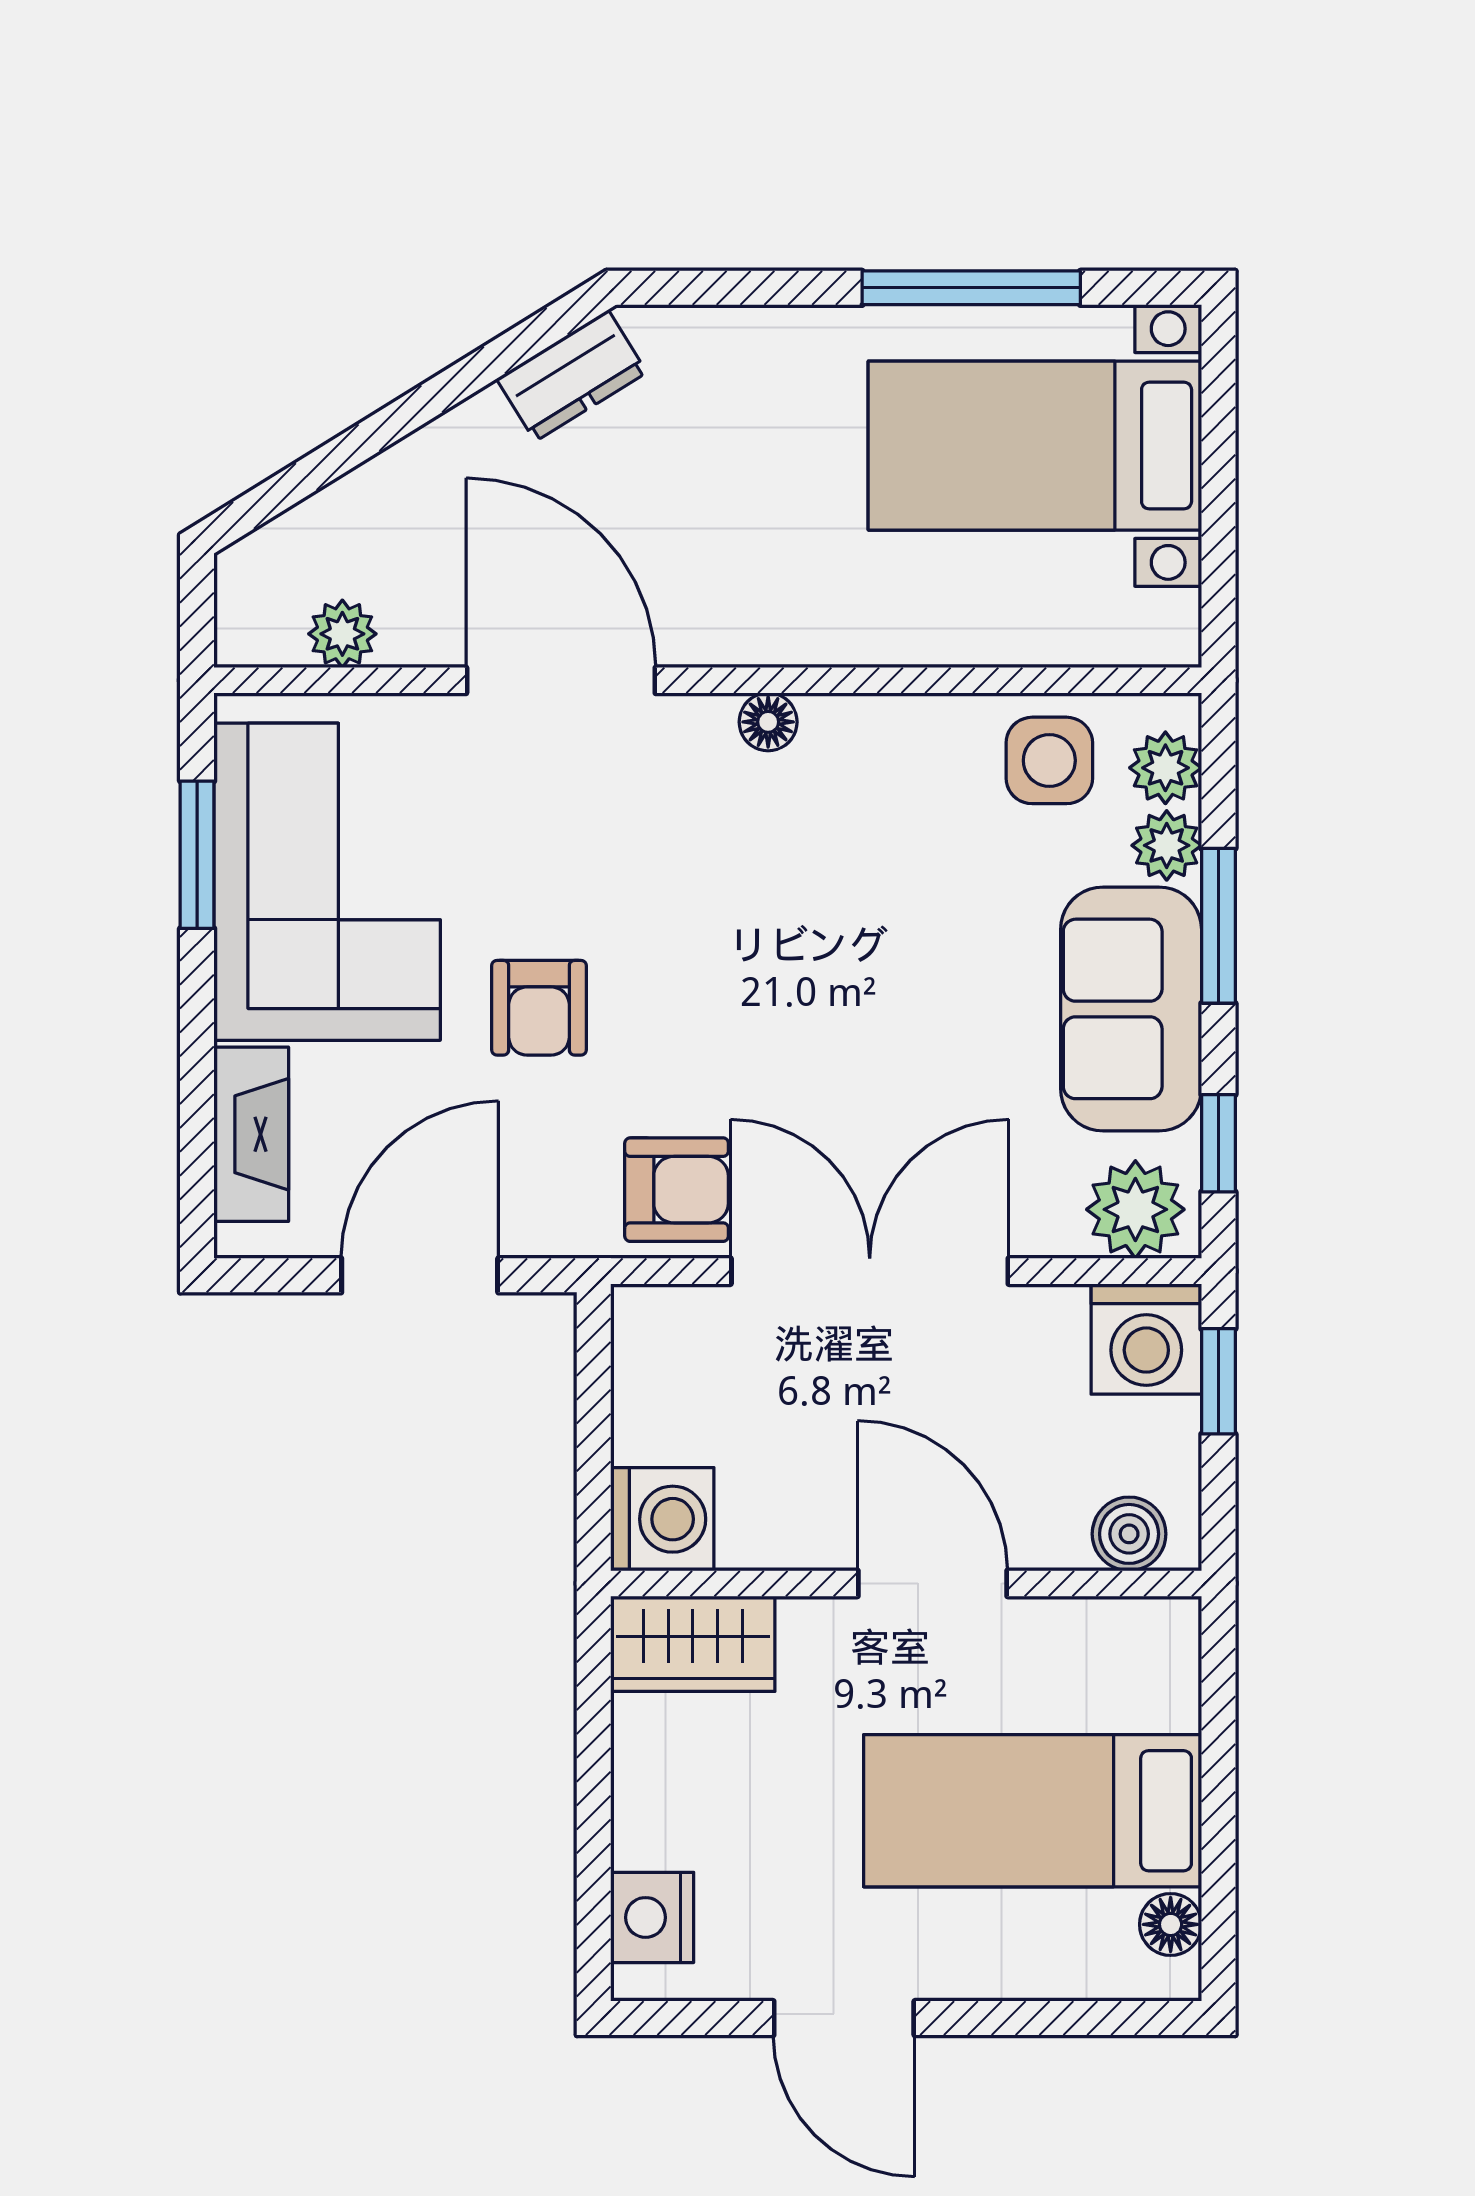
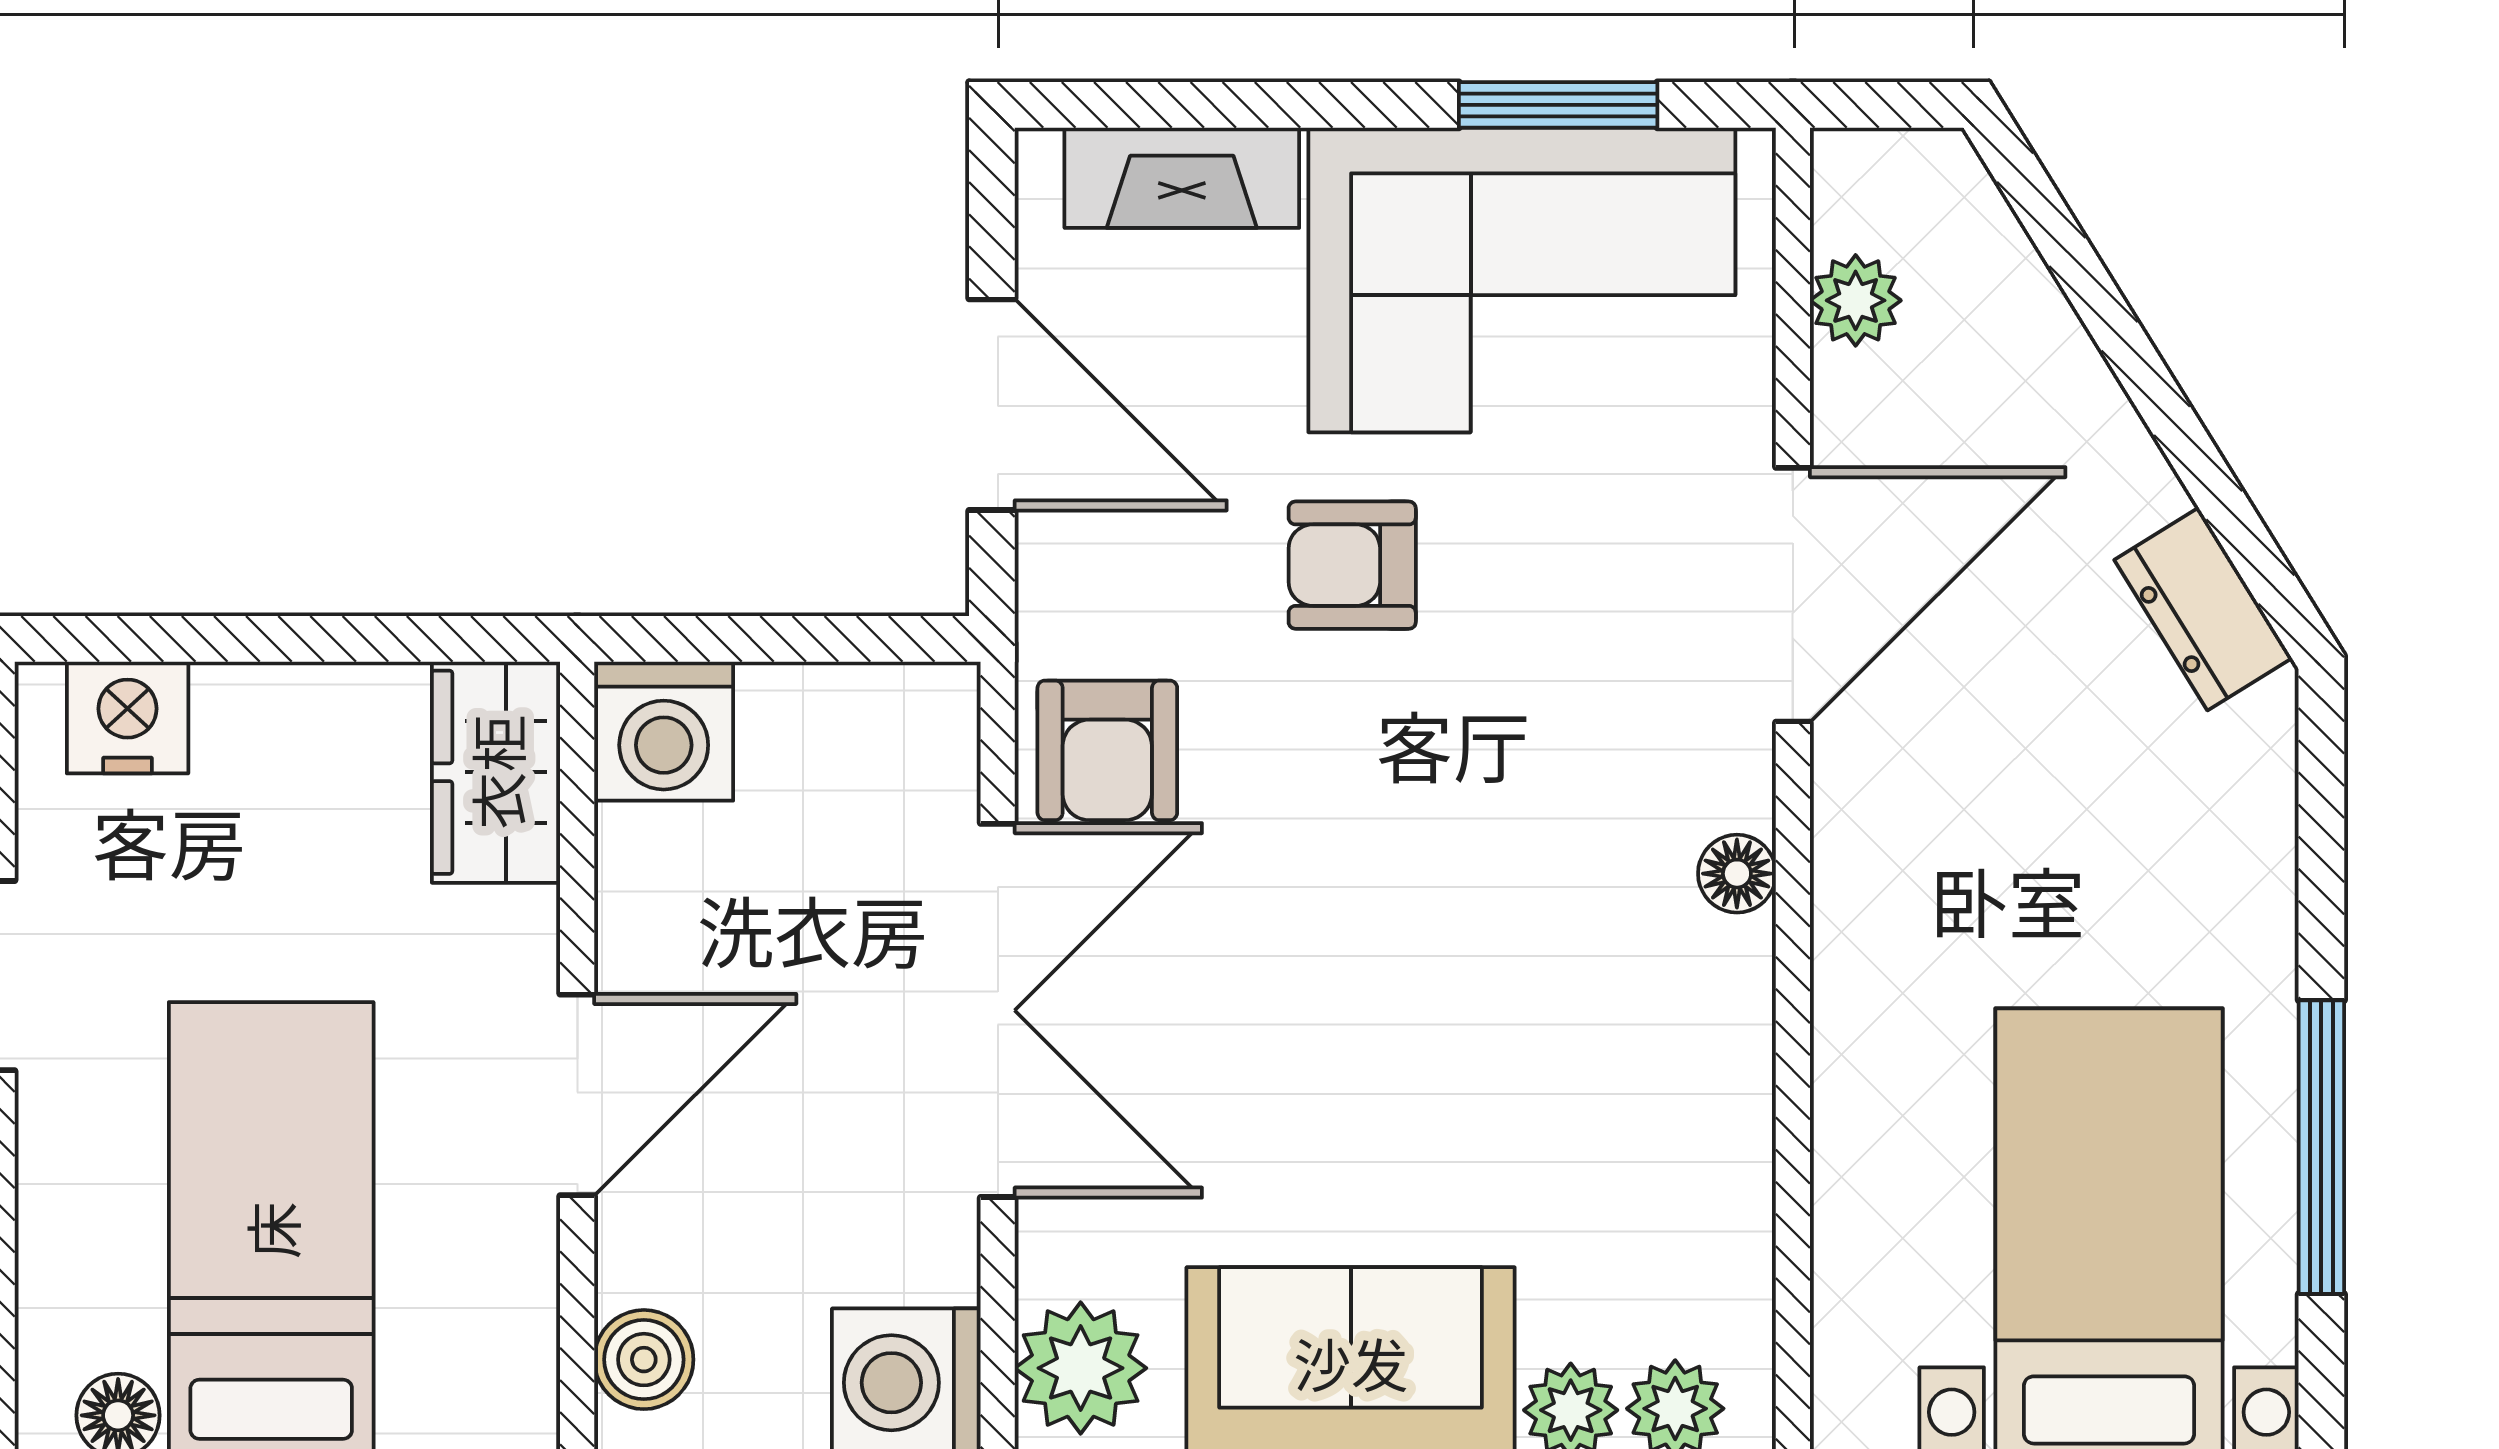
side table: (1049, 760) -> (1685, 1252), removed

